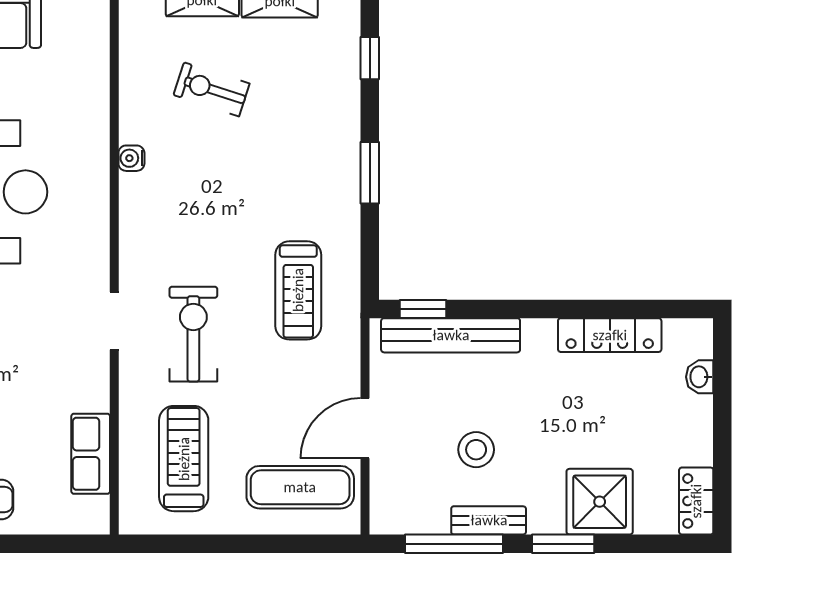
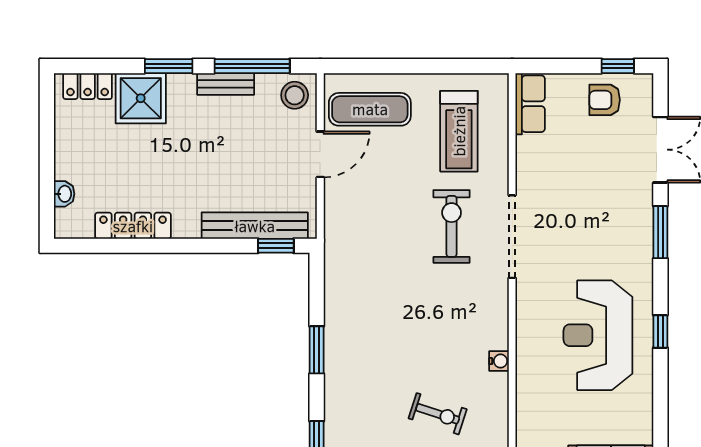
treadmill: (298, 290) -> (371, 260), removed
doorway: (114, 321) -> (512, 237), width x1.88
exercise bike: (193, 334) -> (452, 226), turned 180
stool: (476, 450) -> (295, 95), moved
row of seats: (91, 454) -> (530, 104), moved
locker: (696, 501) -> (88, 86), moved, turned 90

